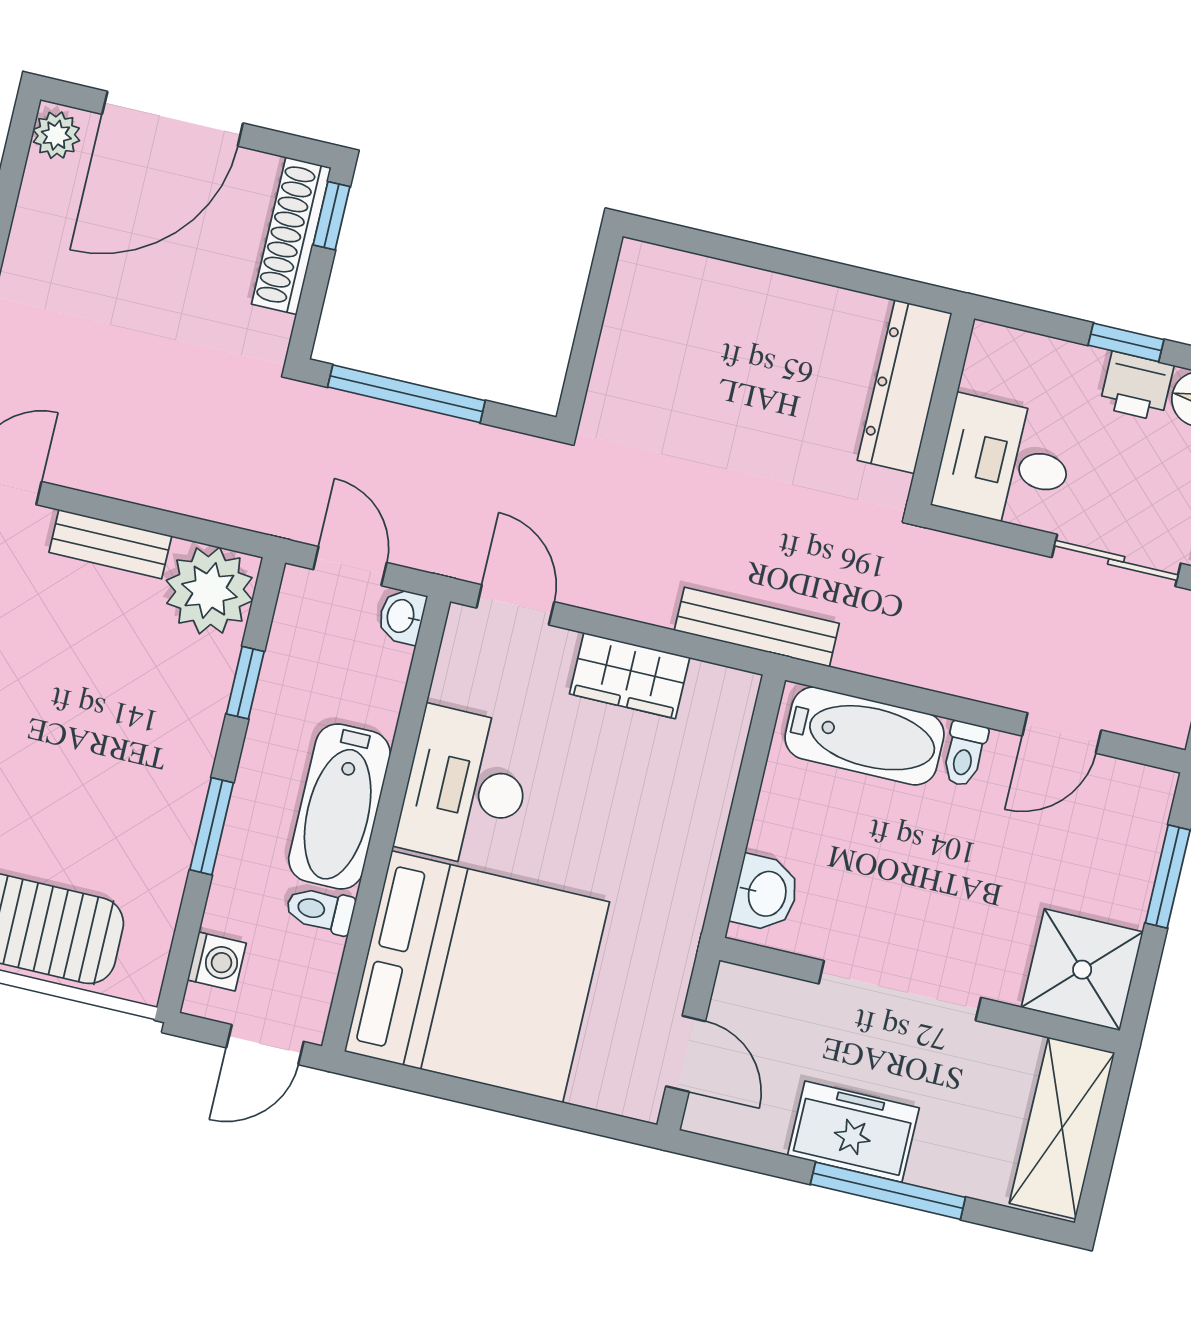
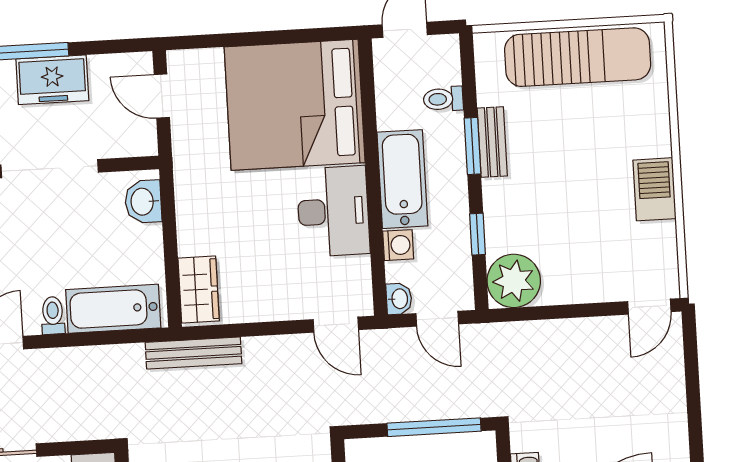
bench: (110, 544) -> (492, 142), moved, turned 90
wardrobe: (630, 676) -> (199, 290), moved, turned 90
toilet: (320, 910) -> (443, 99), moved, turned 180
washing machine: (217, 962) -> (398, 245), moved, turned 180

